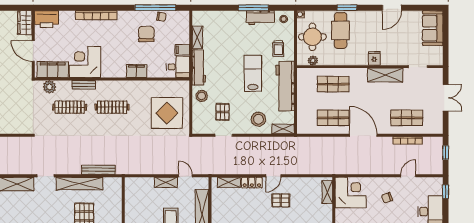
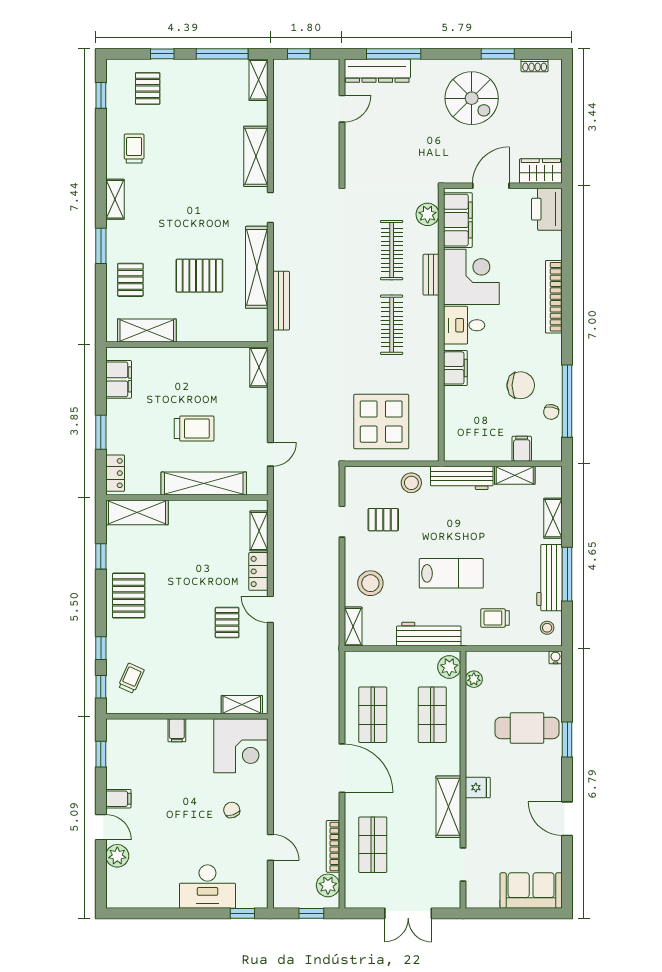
shelving: (222, 16) -> (553, 518), added
workbench: (260, 18) -> (550, 578), width x1.38
round table: (312, 37) -> (516, 678), removed
filing cabinet: (182, 50) -> (522, 449), moved
desk: (178, 67) -> (464, 325), moved, turned 90
plant: (306, 74) -> (449, 667), added
workbench: (285, 86) -> (429, 634), width x0.73, depth x0.76
door: (363, 135) -> (342, 768), hinge flipped
plant: (430, 143) -> (328, 885), added
shelving: (166, 182) -> (259, 367), moved

